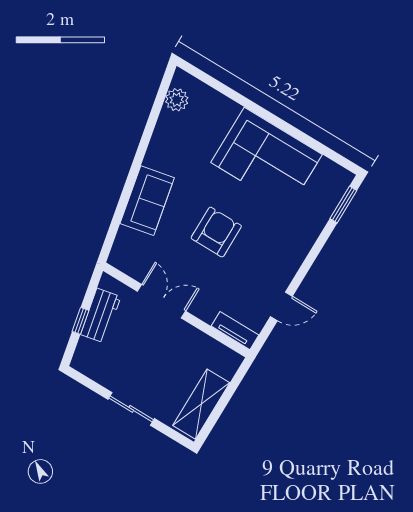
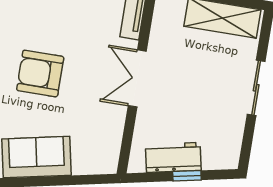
double door: (161, 301) -> (137, 78), moved

